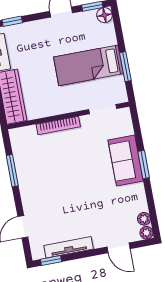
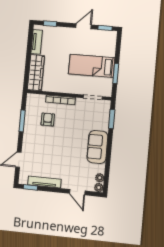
floor lamp: (105, 15) -> (111, 36), removed
armchair: (48, 158) -> (48, 119), added
sofa: (126, 160) -> (97, 147), moved
window: (144, 164) -> (112, 119), moved

